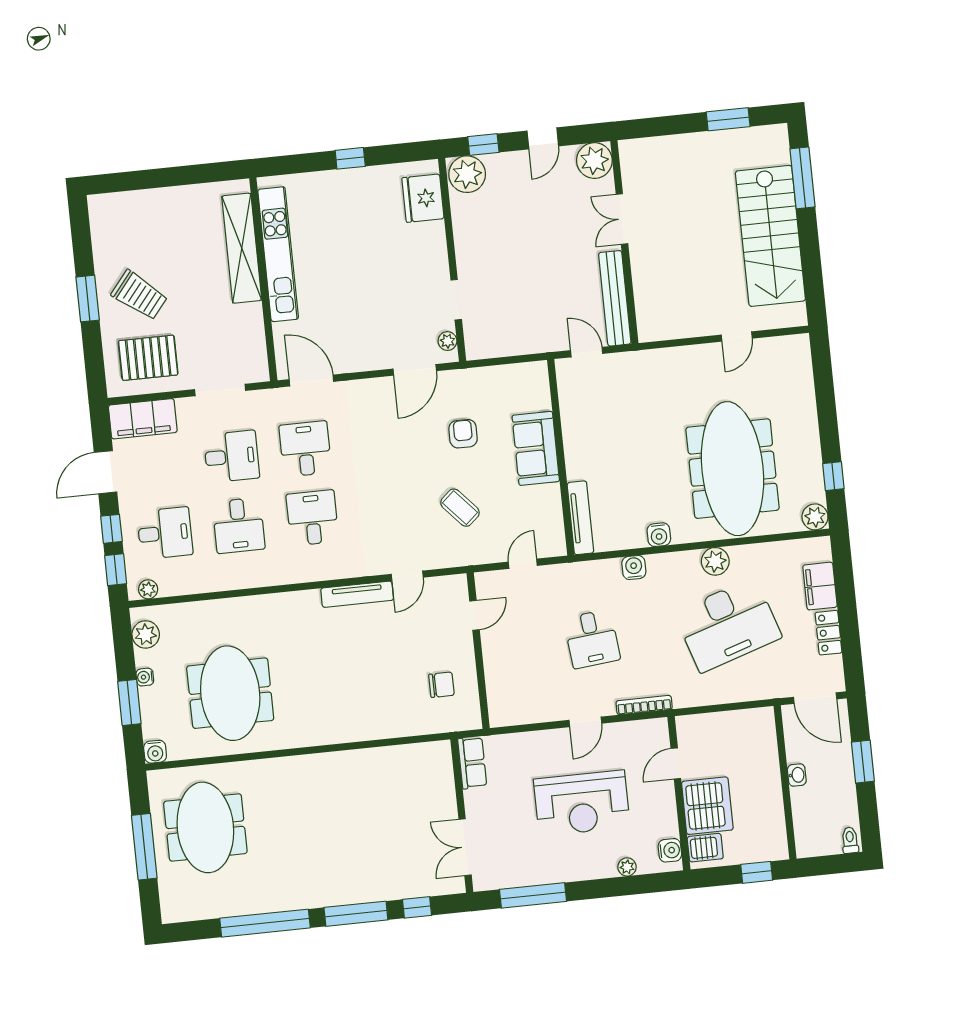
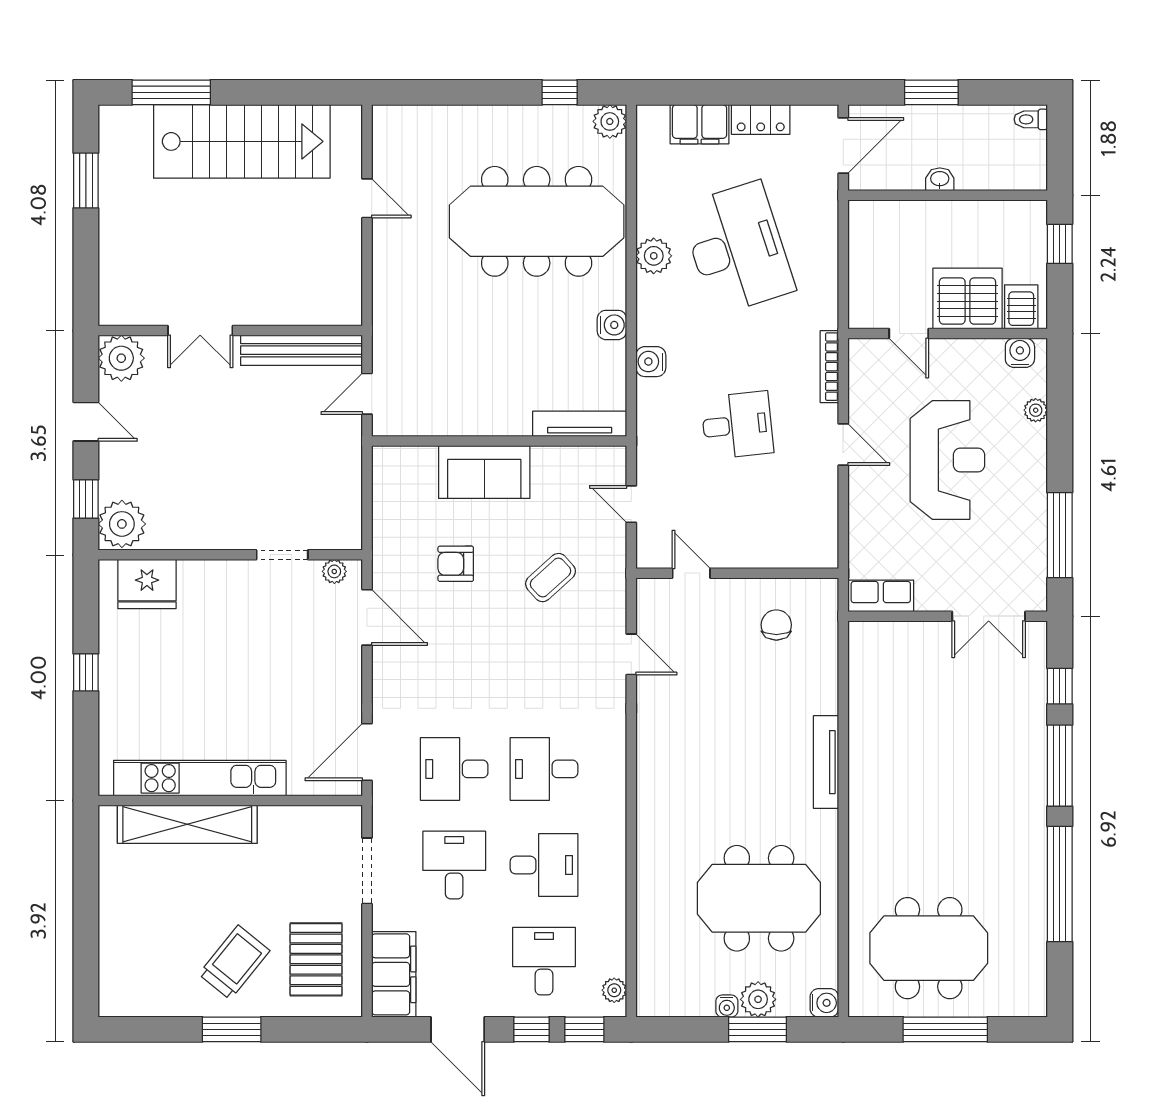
tv unit: (357, 594) -> (826, 762), moved, turned 180
plant: (146, 634) -> (758, 999), moved

